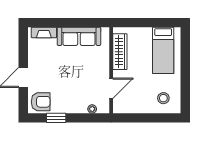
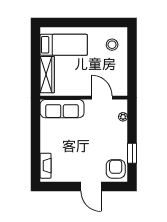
sofa: (79, 36) -> (62, 109), moved, turned 90
wardrobe: (120, 52) -> (47, 75), moved, turned 90

